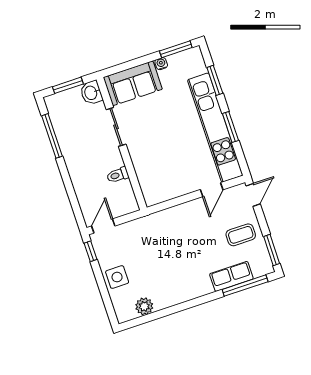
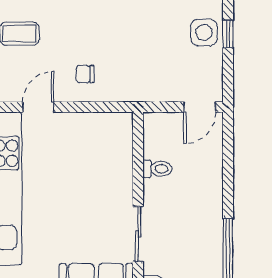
chair: (188, 222) -> (85, 74), added
window: (91, 251) -> (228, 34), moved

